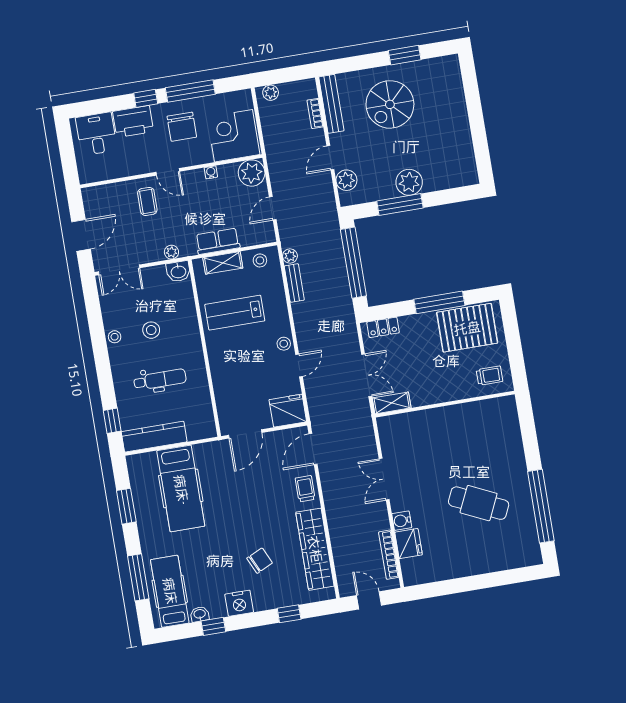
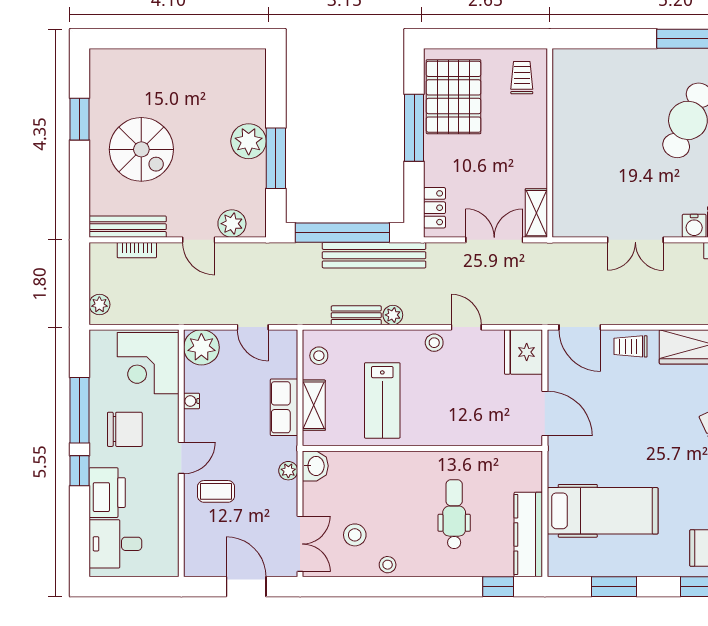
plant: (290, 256) -> (393, 315), moved
bench: (341, 289) -> (374, 255), added
stool: (151, 330) -> (355, 535), moved

